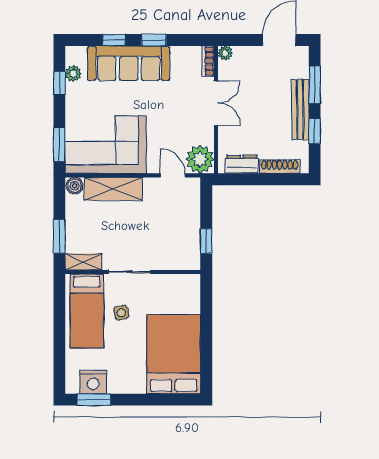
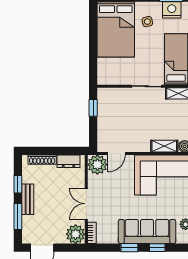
plant: (225, 53) -> (76, 234), width x1.87, depth x1.87
bench: (300, 109) -> (28, 199), width x0.73
door: (173, 175) -> (117, 153), hinge flipped
shelving: (113, 189) -> (164, 146), width x0.67, depth x0.75
side table: (121, 313) -> (147, 22), moved

